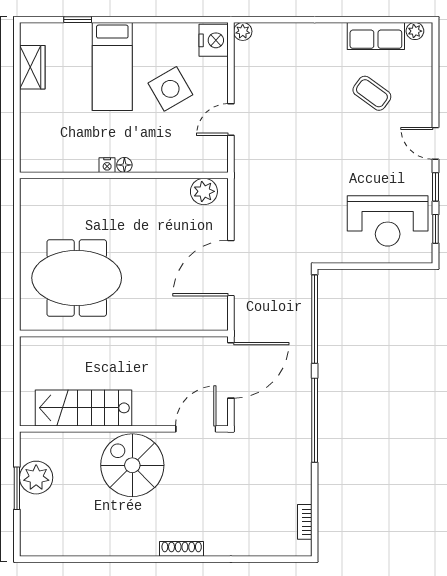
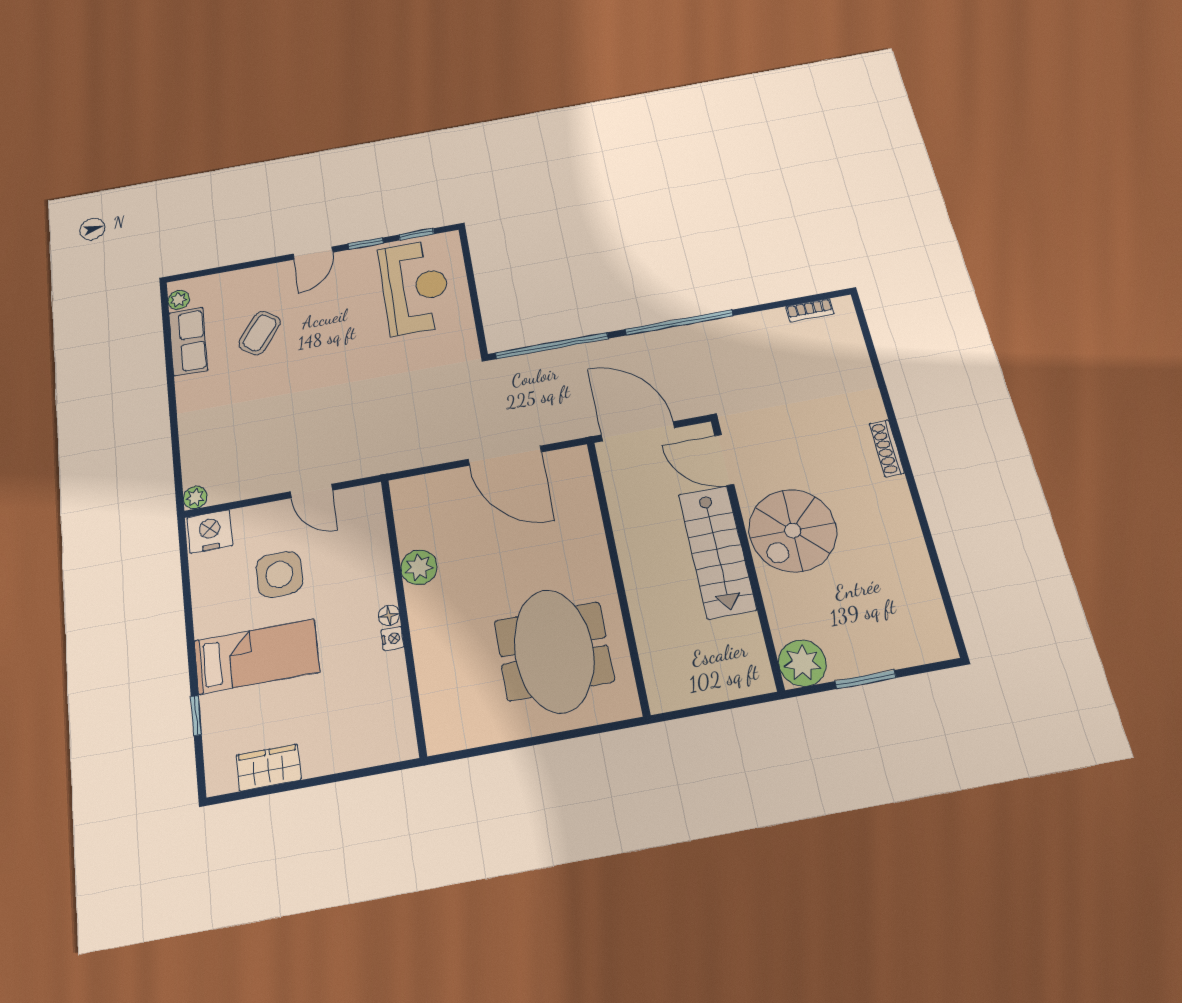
side table: (170, 89) -> (279, 574), turned 30
plant: (204, 191) -> (419, 567), moved
stairs: (84, 408) -> (717, 552), moved
plant: (36, 478) -> (802, 663), moved

